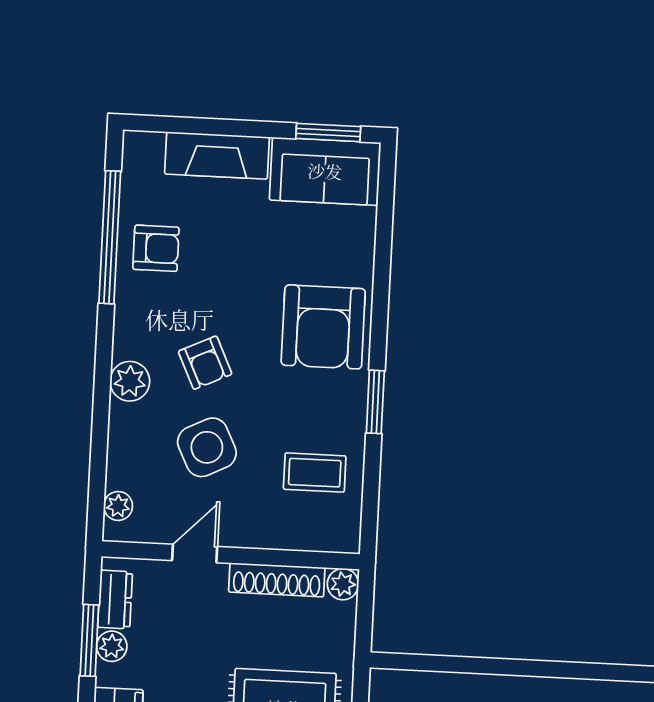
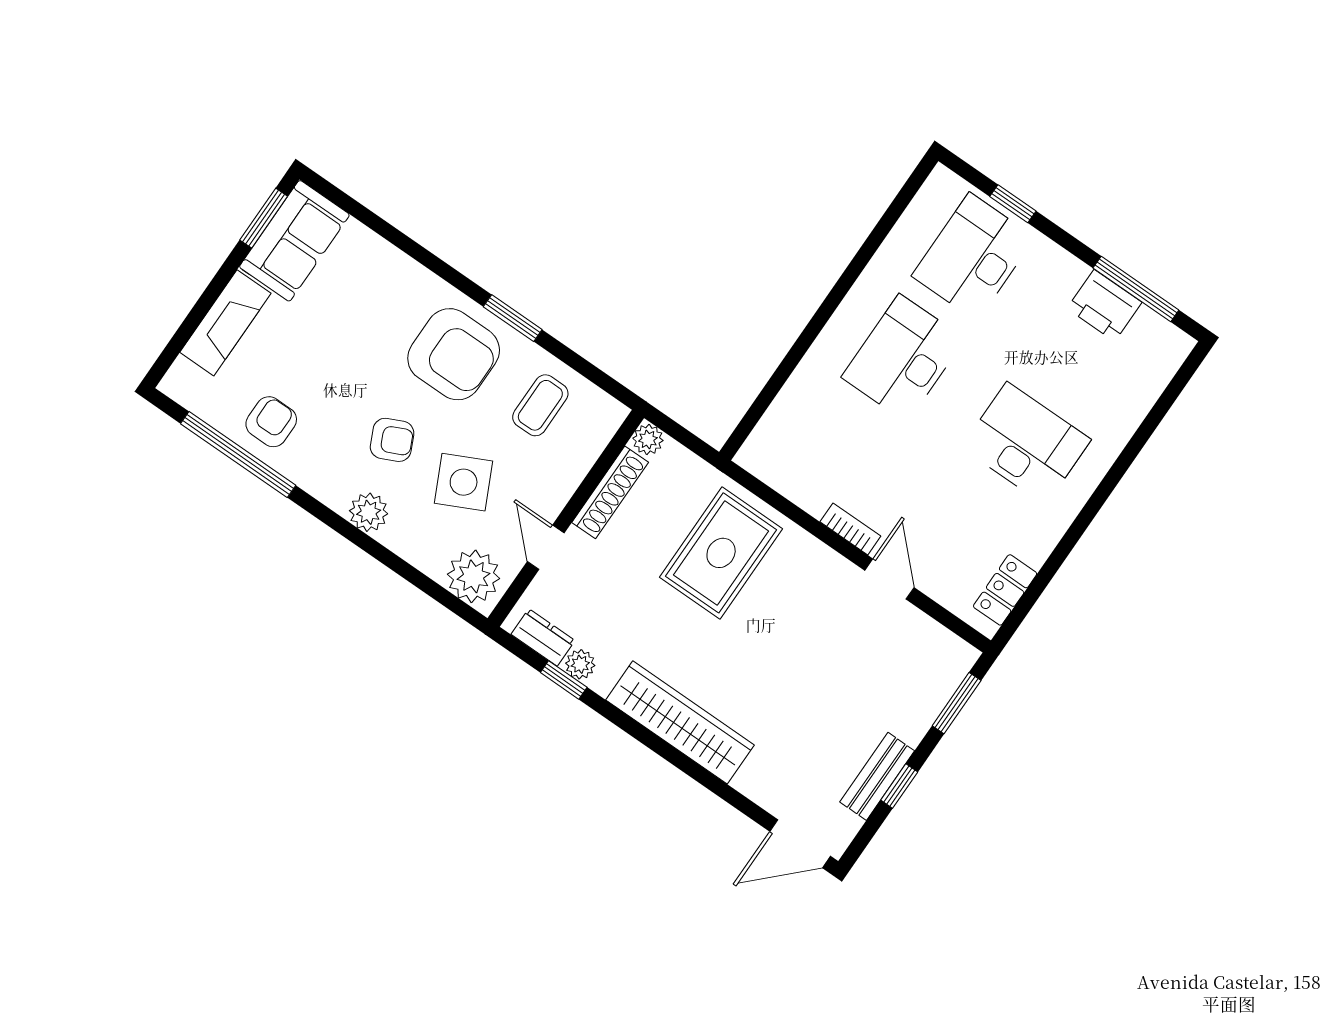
armchair: (323, 327) -> (454, 354), moved
plant: (118, 506) -> (474, 576), width x1.88, depth x1.88
window: (89, 640) -> (564, 680), width x0.67

